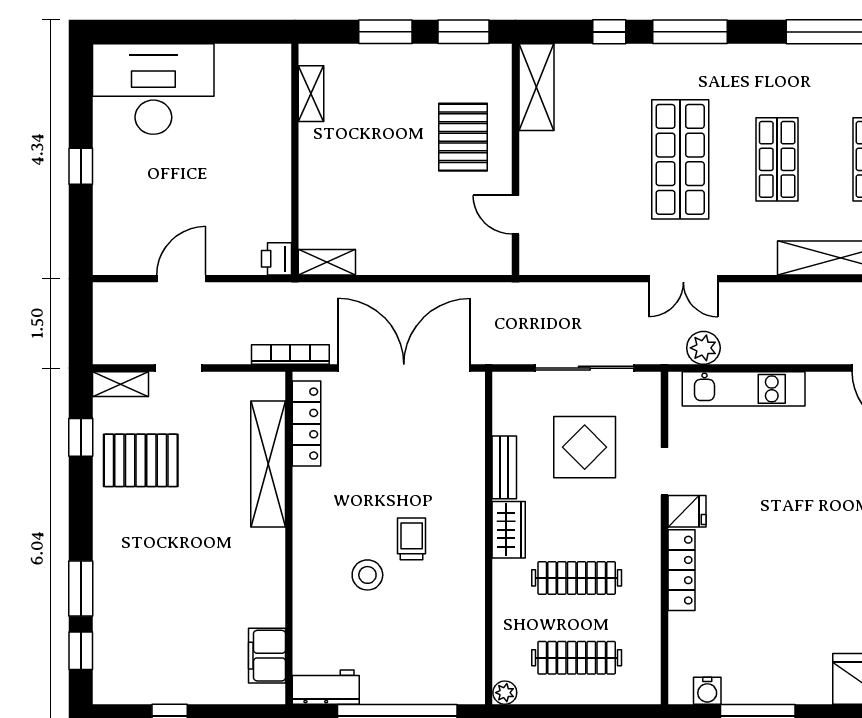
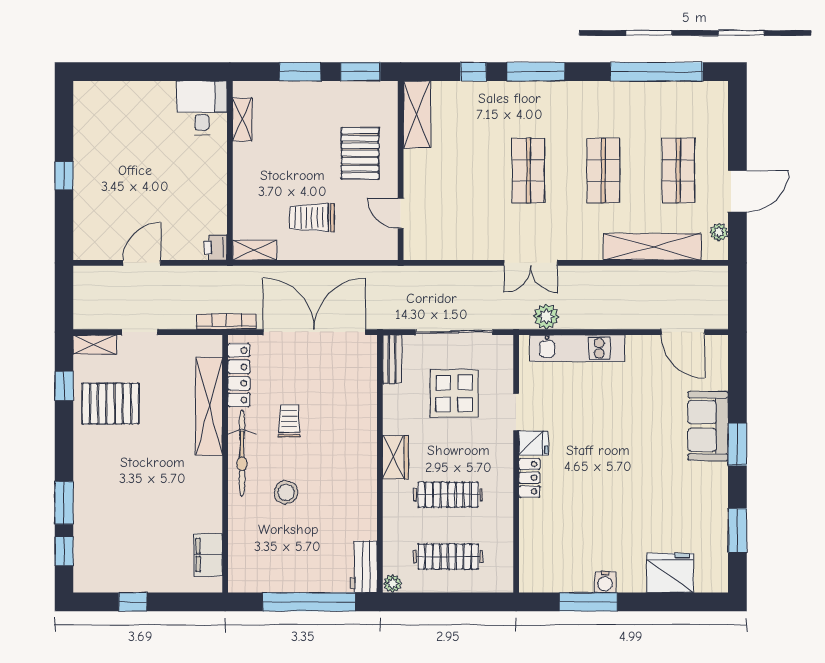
desk: (153, 89) -> (202, 108), moved, width x0.53, depth x0.77
shop shelf: (680, 159) -> (528, 170), width x0.70, depth x0.74
trolley: (401, 220) -> (312, 218), added
bench: (504, 467) -> (392, 359), moved
bicycle: (311, 525) -> (242, 453), added
trolley: (412, 539) -> (289, 421), moved
locker: (682, 570) -> (529, 478), width x0.66
workbench: (326, 687) -> (364, 567), moved, turned -90
water cooler: (707, 691) -> (605, 582), moved

